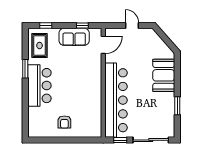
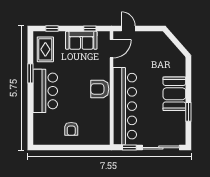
door: (132, 26) -> (128, 29), moved
booth: (164, 75) -> (174, 94), moved
armchair: (92, 84) -> (100, 89), added

